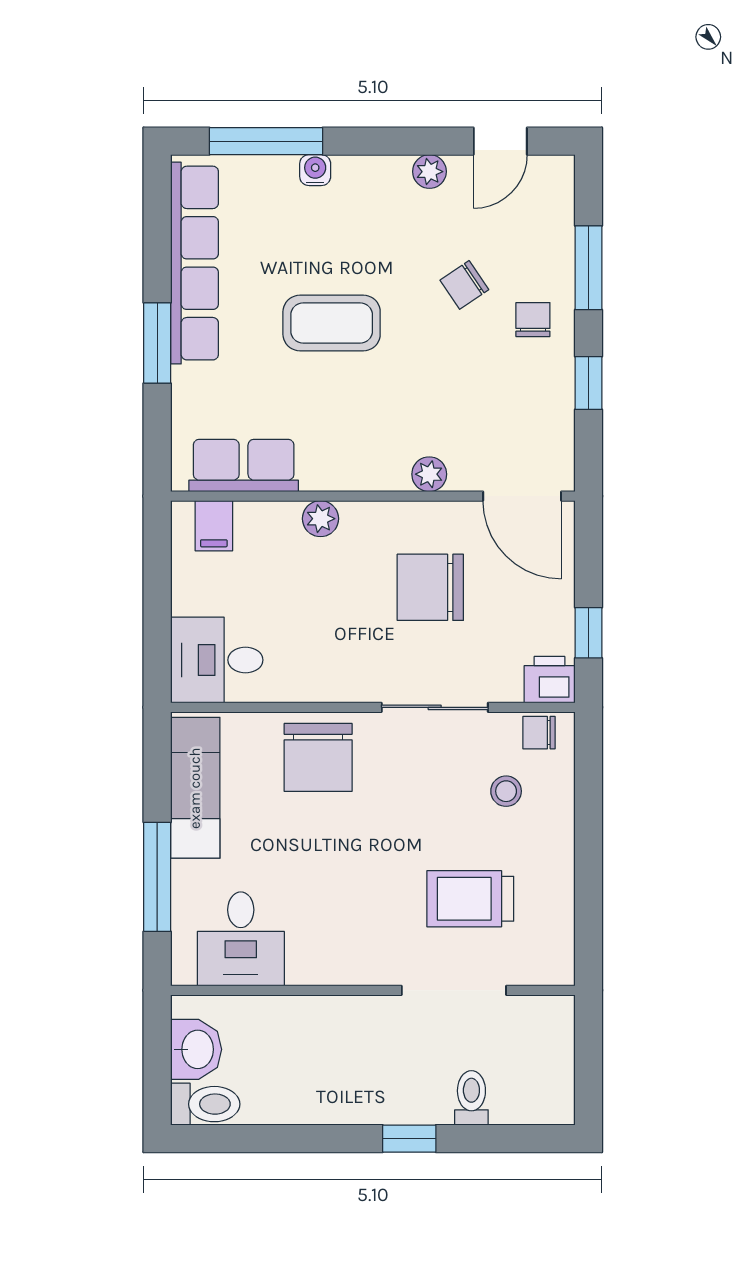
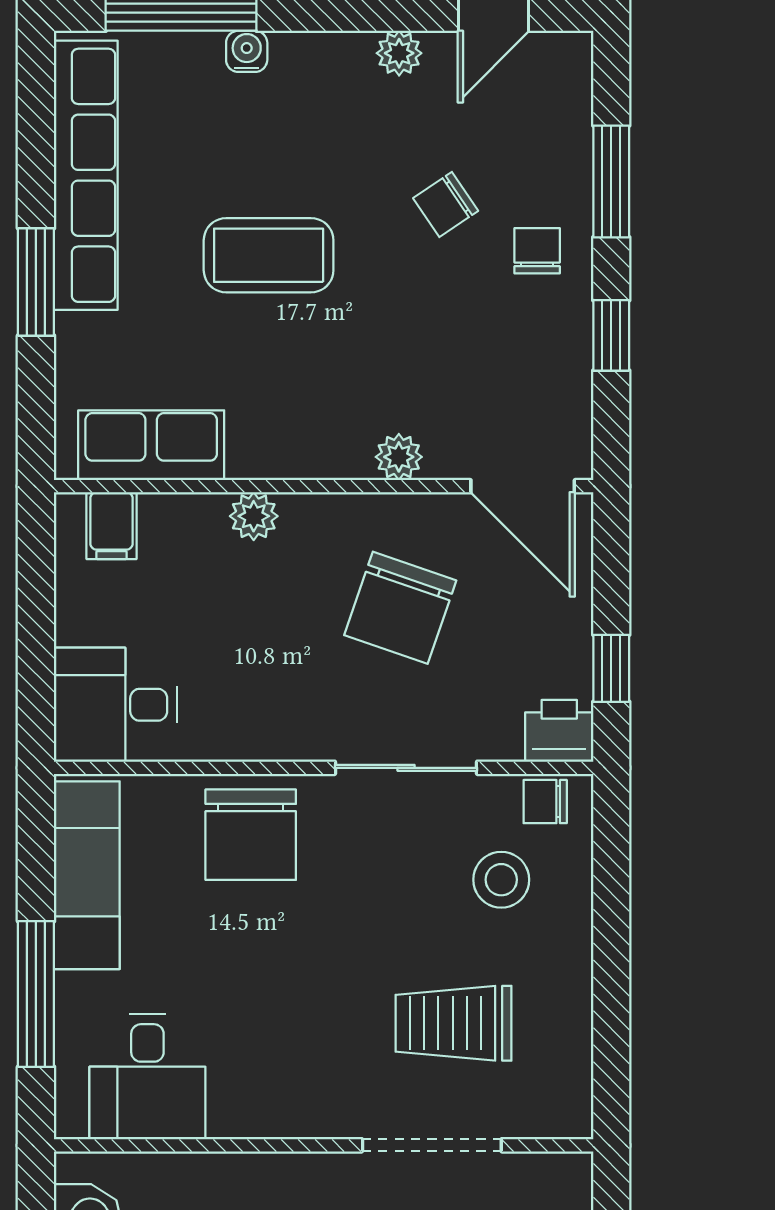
chair: (430, 587) -> (400, 608), turned -71
stool: (506, 791) -> (501, 880), width x1.37, depth x1.37

